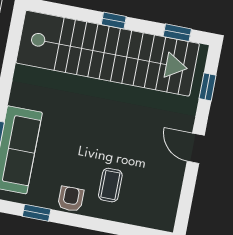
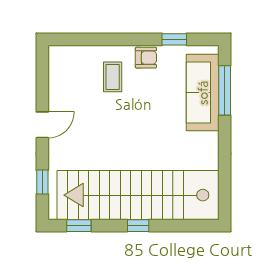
door: (196, 148) -> (42, 125), hinge flipped
armchair: (71, 199) -> (146, 58), turned -90

